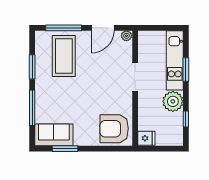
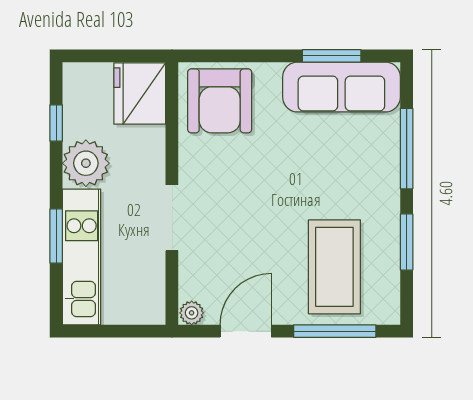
armchair: (114, 129) -> (220, 101), turned 90
sofa: (54, 135) -> (341, 87), width x1.36
fridge: (146, 138) -> (140, 94), width x1.88, depth x1.34

